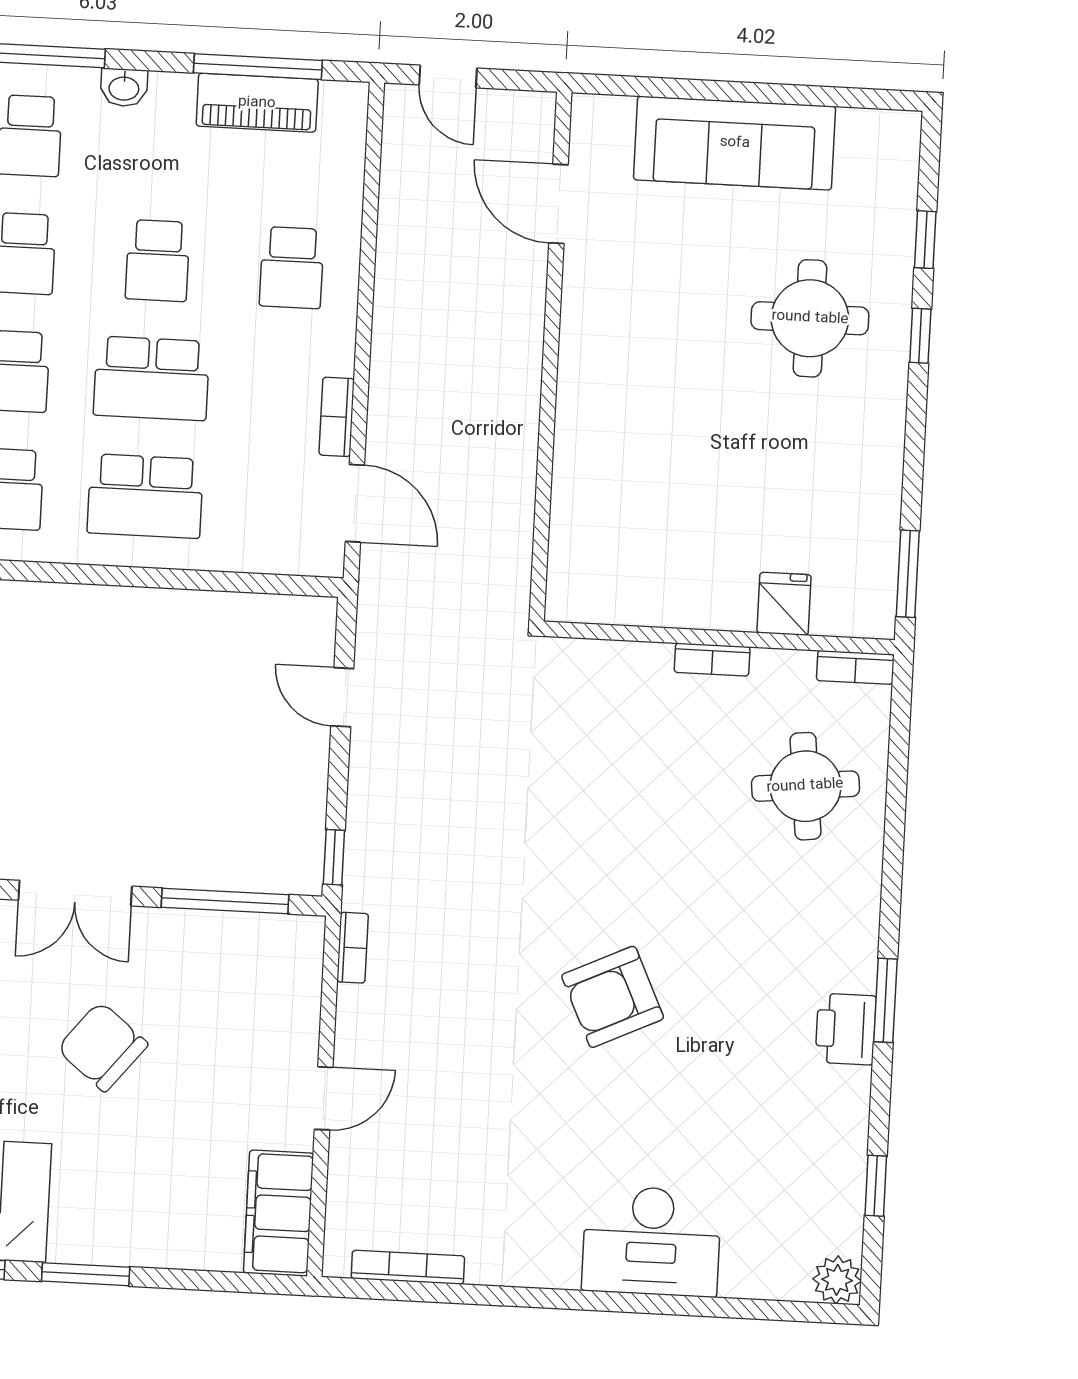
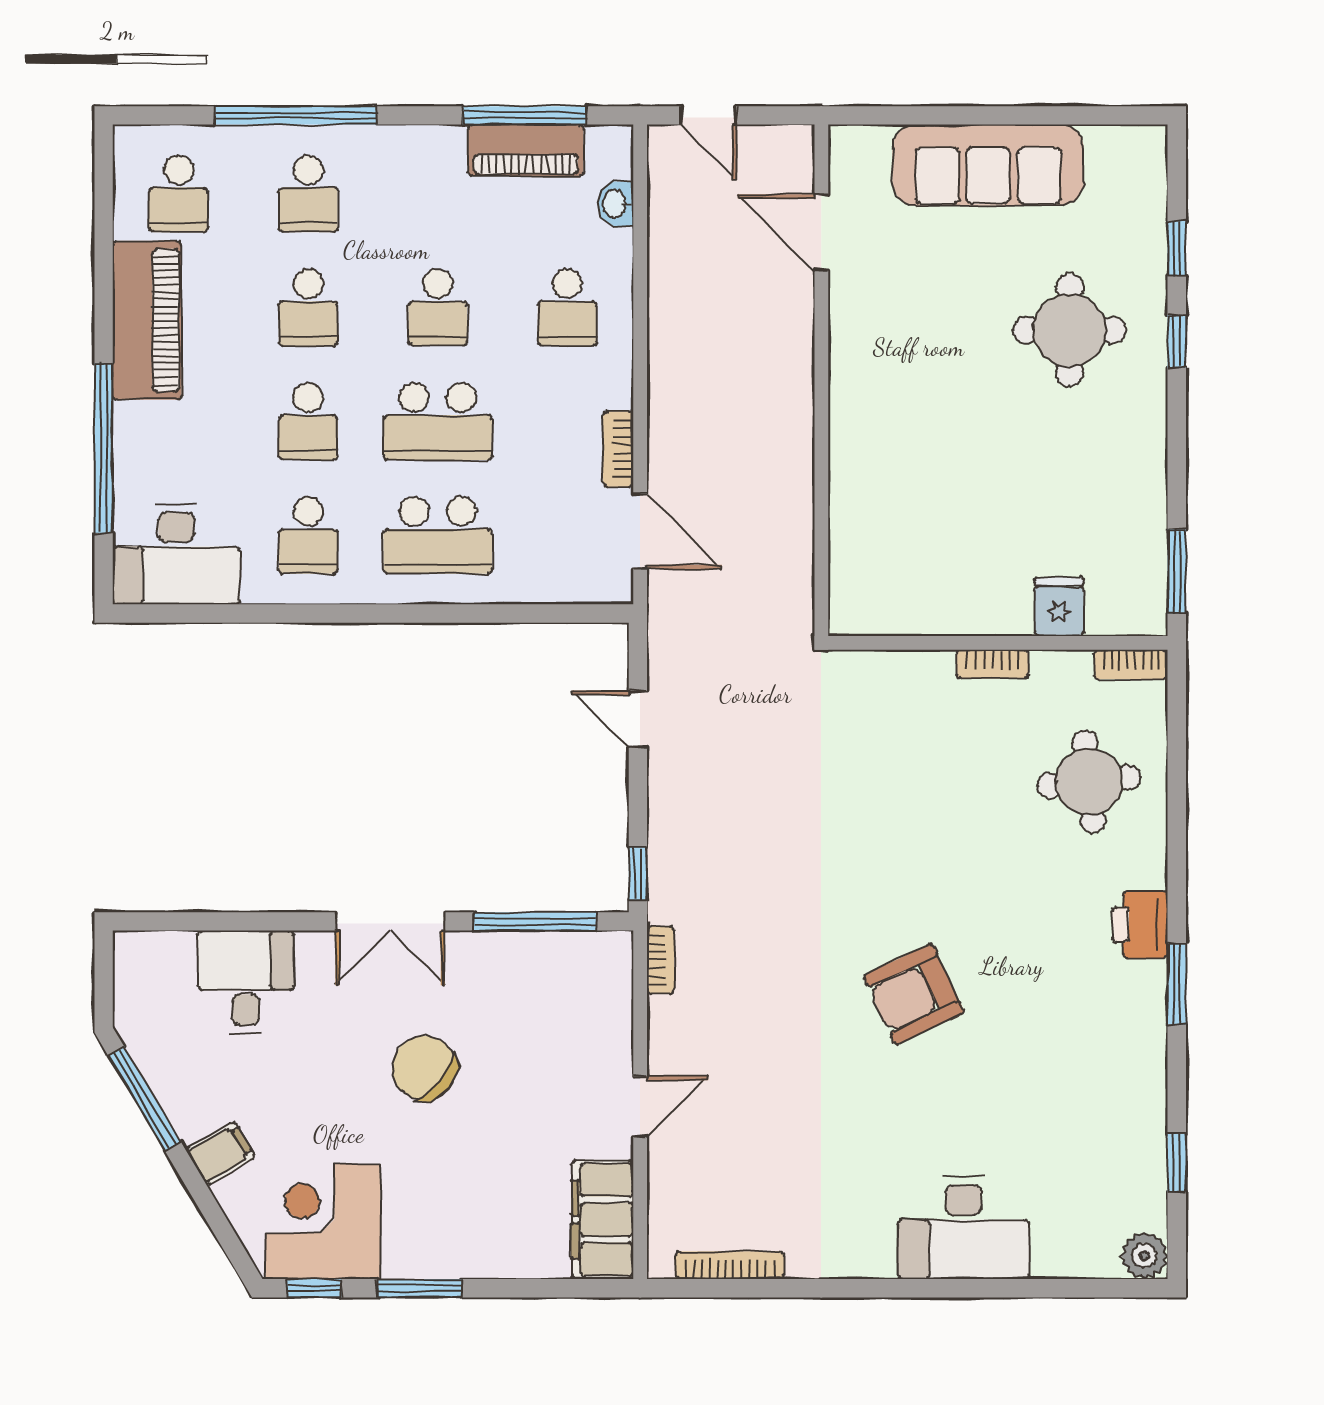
washbasin: (124, 88) -> (615, 204), moved, turned 90
printer: (846, 1029) -> (1140, 925), moved

